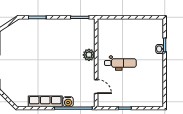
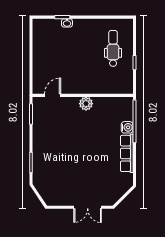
plant: (89, 55) -> (86, 104), moved
dental chair: (120, 63) -> (113, 48), moved
door: (96, 87) -> (53, 95), moved

